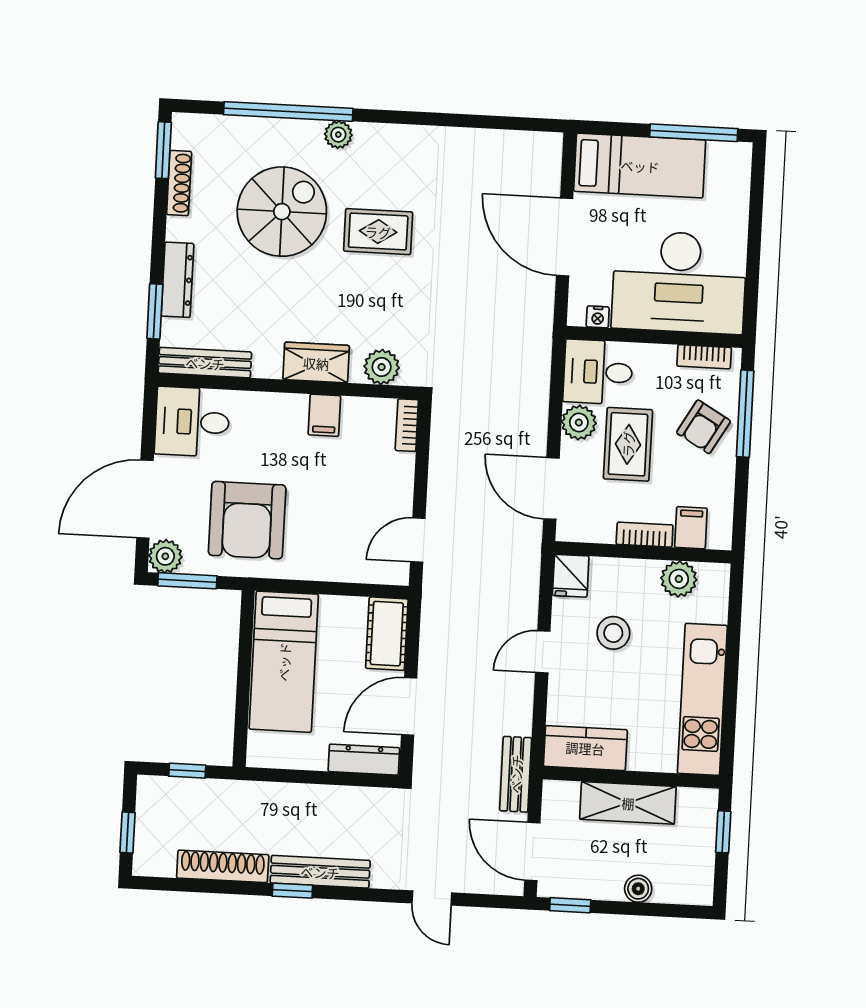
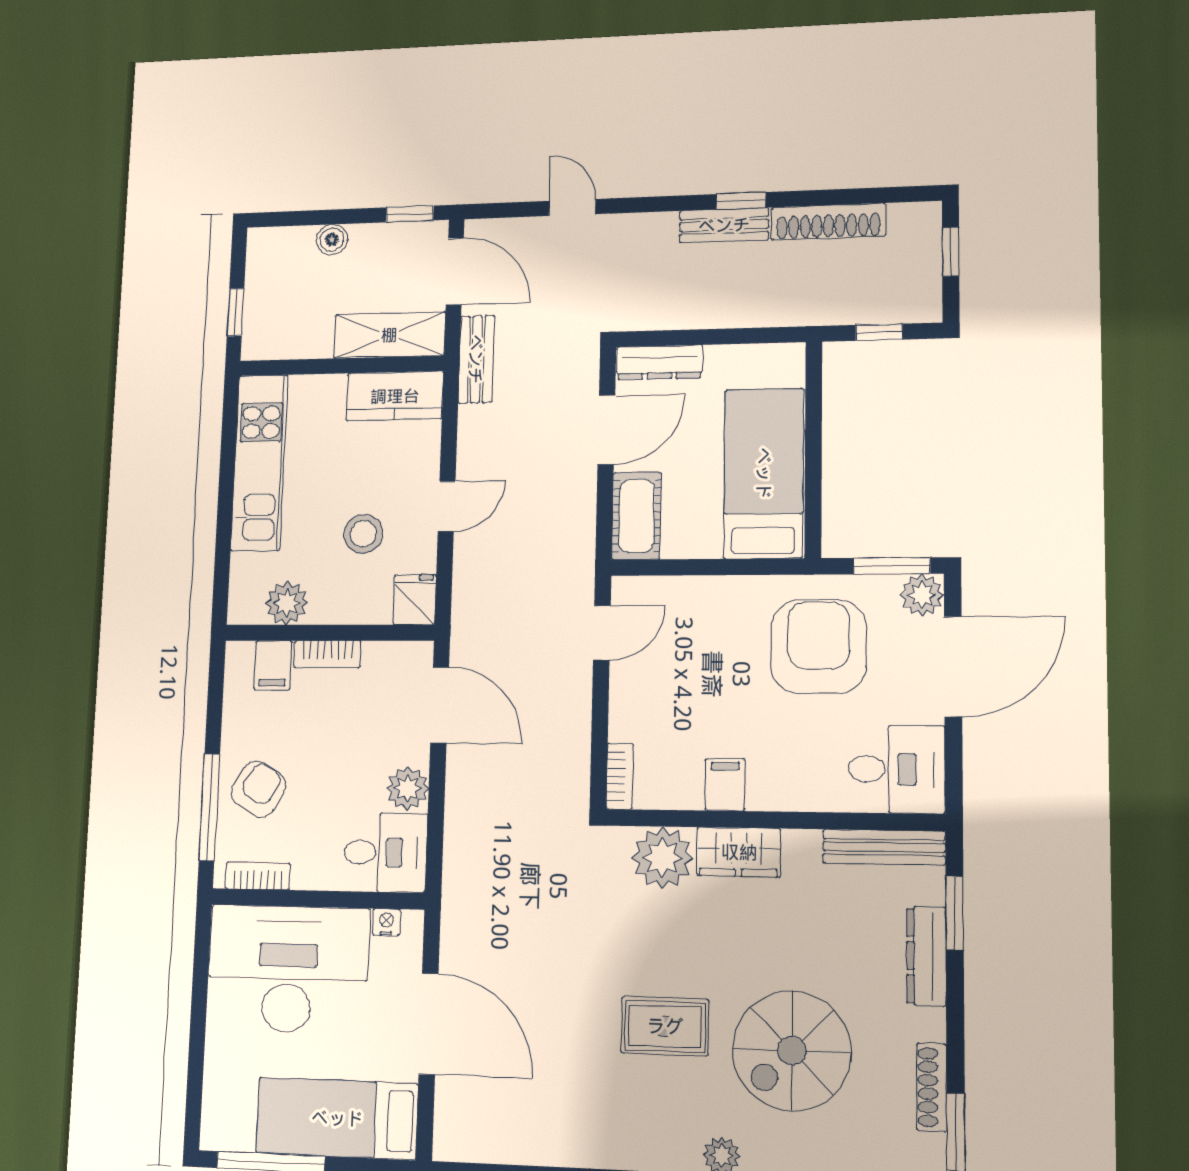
plant: (382, 367) -> (662, 858), width x1.36, depth x1.36
rug: (628, 444) -> (348, 764), removed
shelving: (628, 803) -> (389, 335), moved
bench: (320, 872) -> (724, 225), width x0.73

